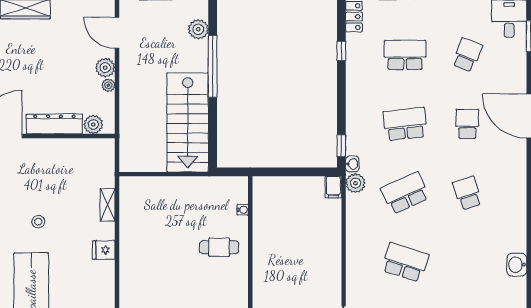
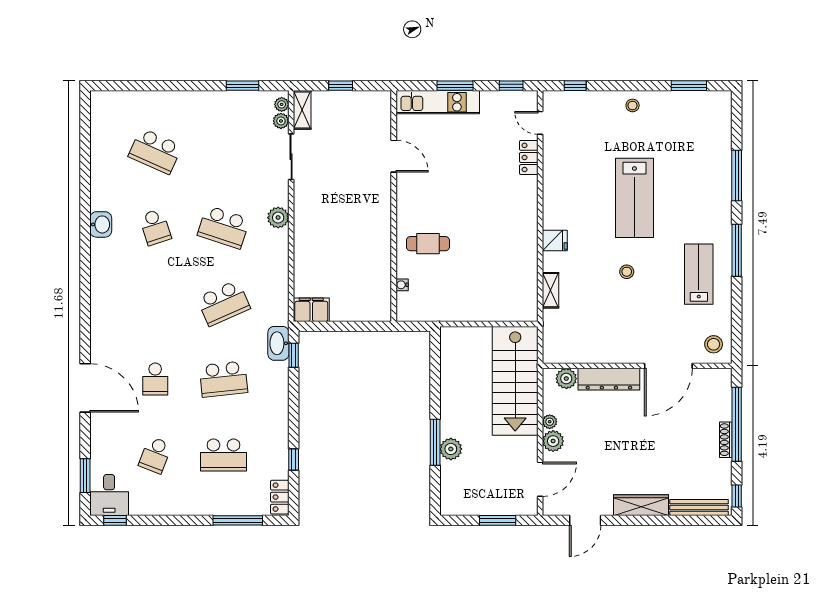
plant: (198, 29) -> (451, 449), moved
door: (117, 33) -> (540, 479), hinge flipped
window: (213, 67) -> (435, 442), width x0.68
stairs: (188, 122) -> (515, 381), moved, turned 180
washbasin: (352, 164) -> (278, 343), width x1.91, depth x1.45
plant: (355, 183) -> (278, 218), moved
filing cabinet: (333, 187) -> (311, 310), width x2.00
school desk: (467, 193) -> (155, 227), moved

